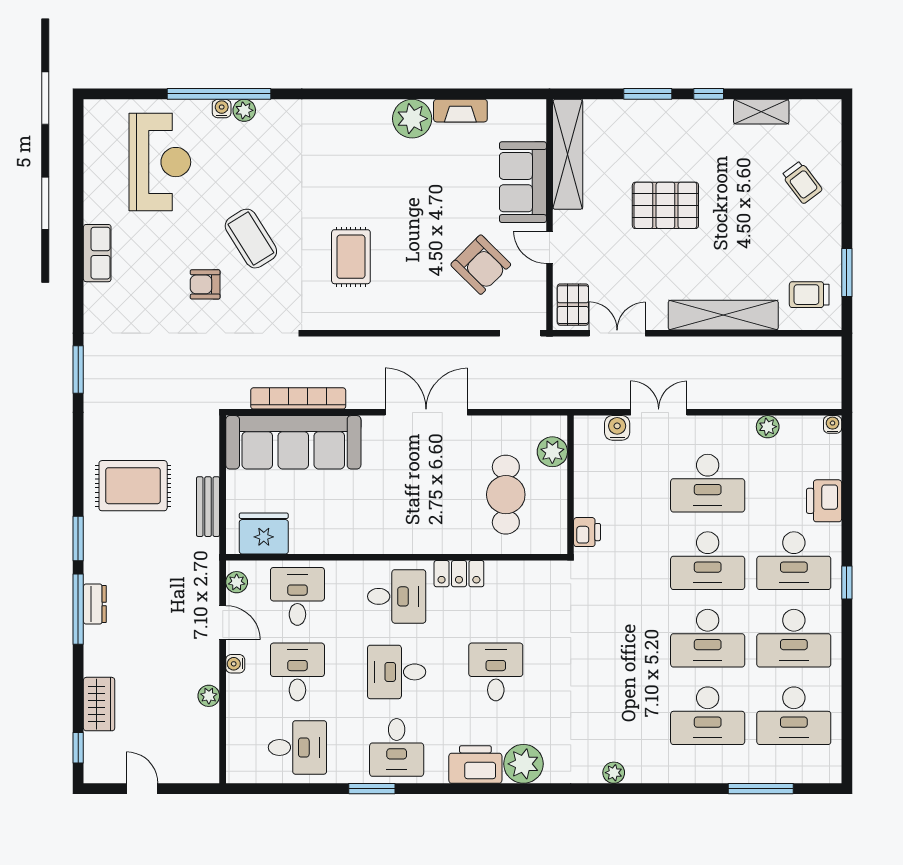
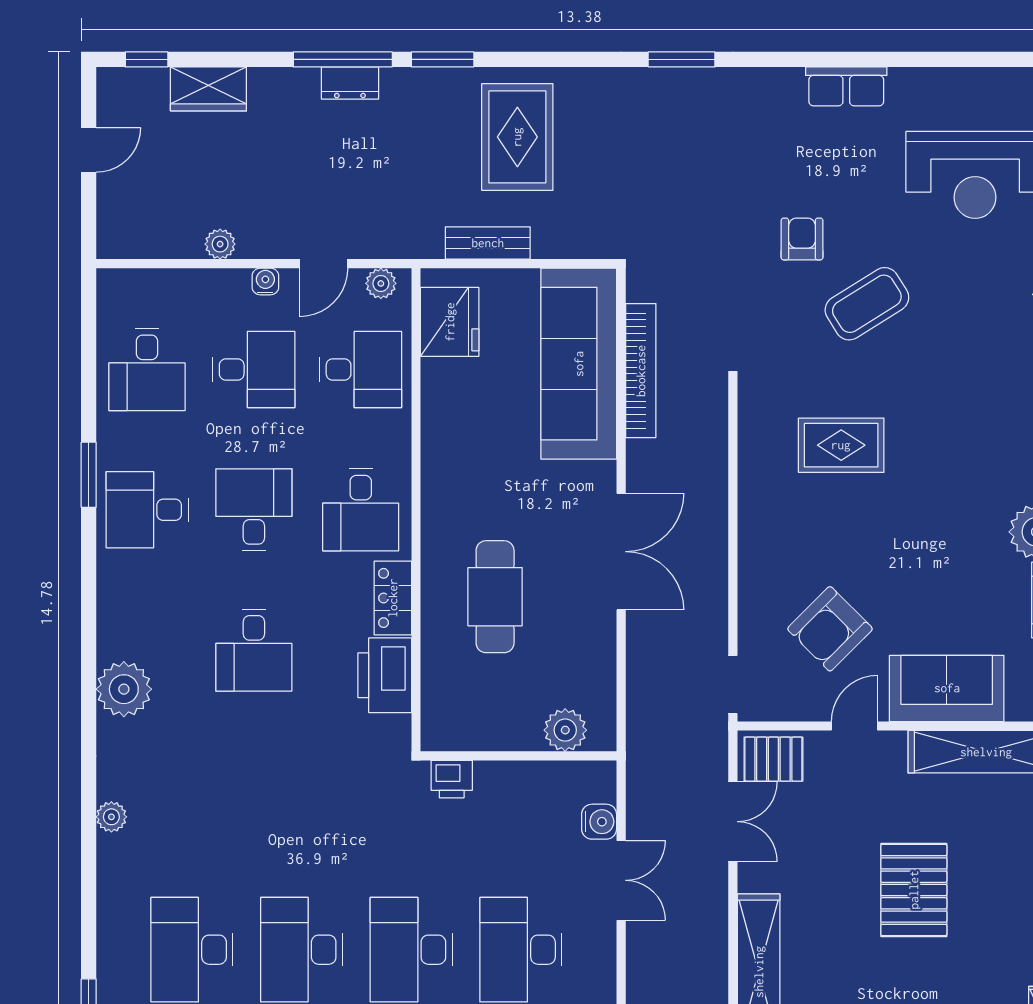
cafe table: (506, 495) -> (495, 597), moved, turned 90
desk: (496, 672) -> (254, 650), turned 90
printer: (475, 764) -> (385, 675), moved, turned 180

